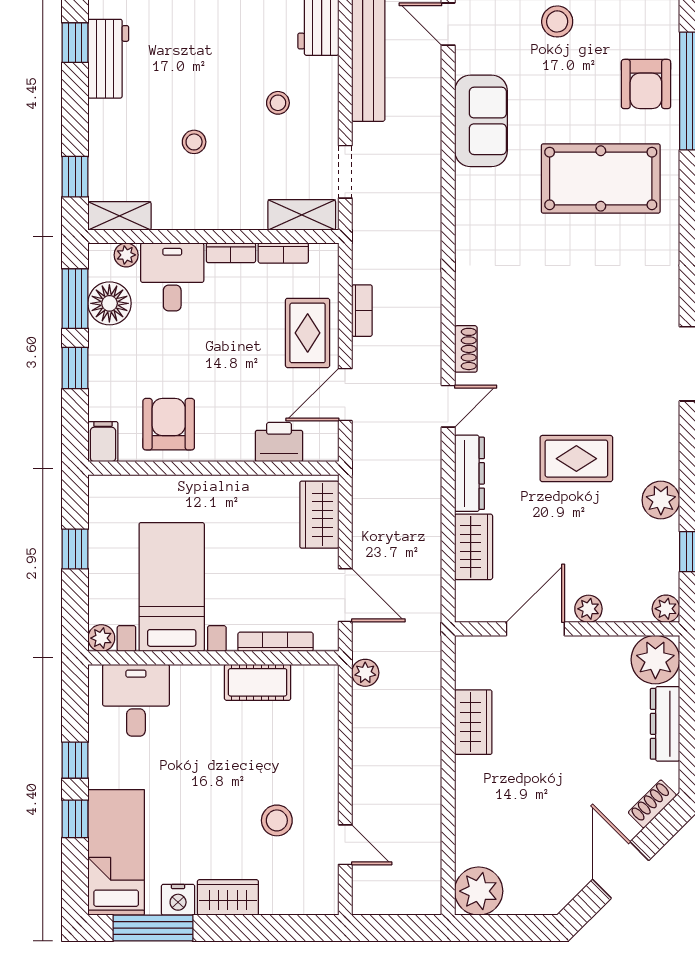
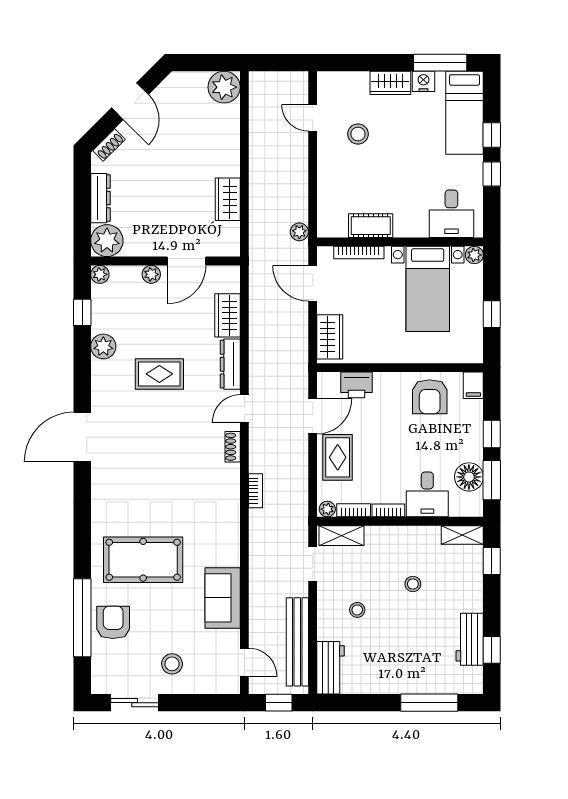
plant: (126, 255) -> (327, 509), moved
bookcase: (362, 311) -> (255, 491), moved, turned 180

